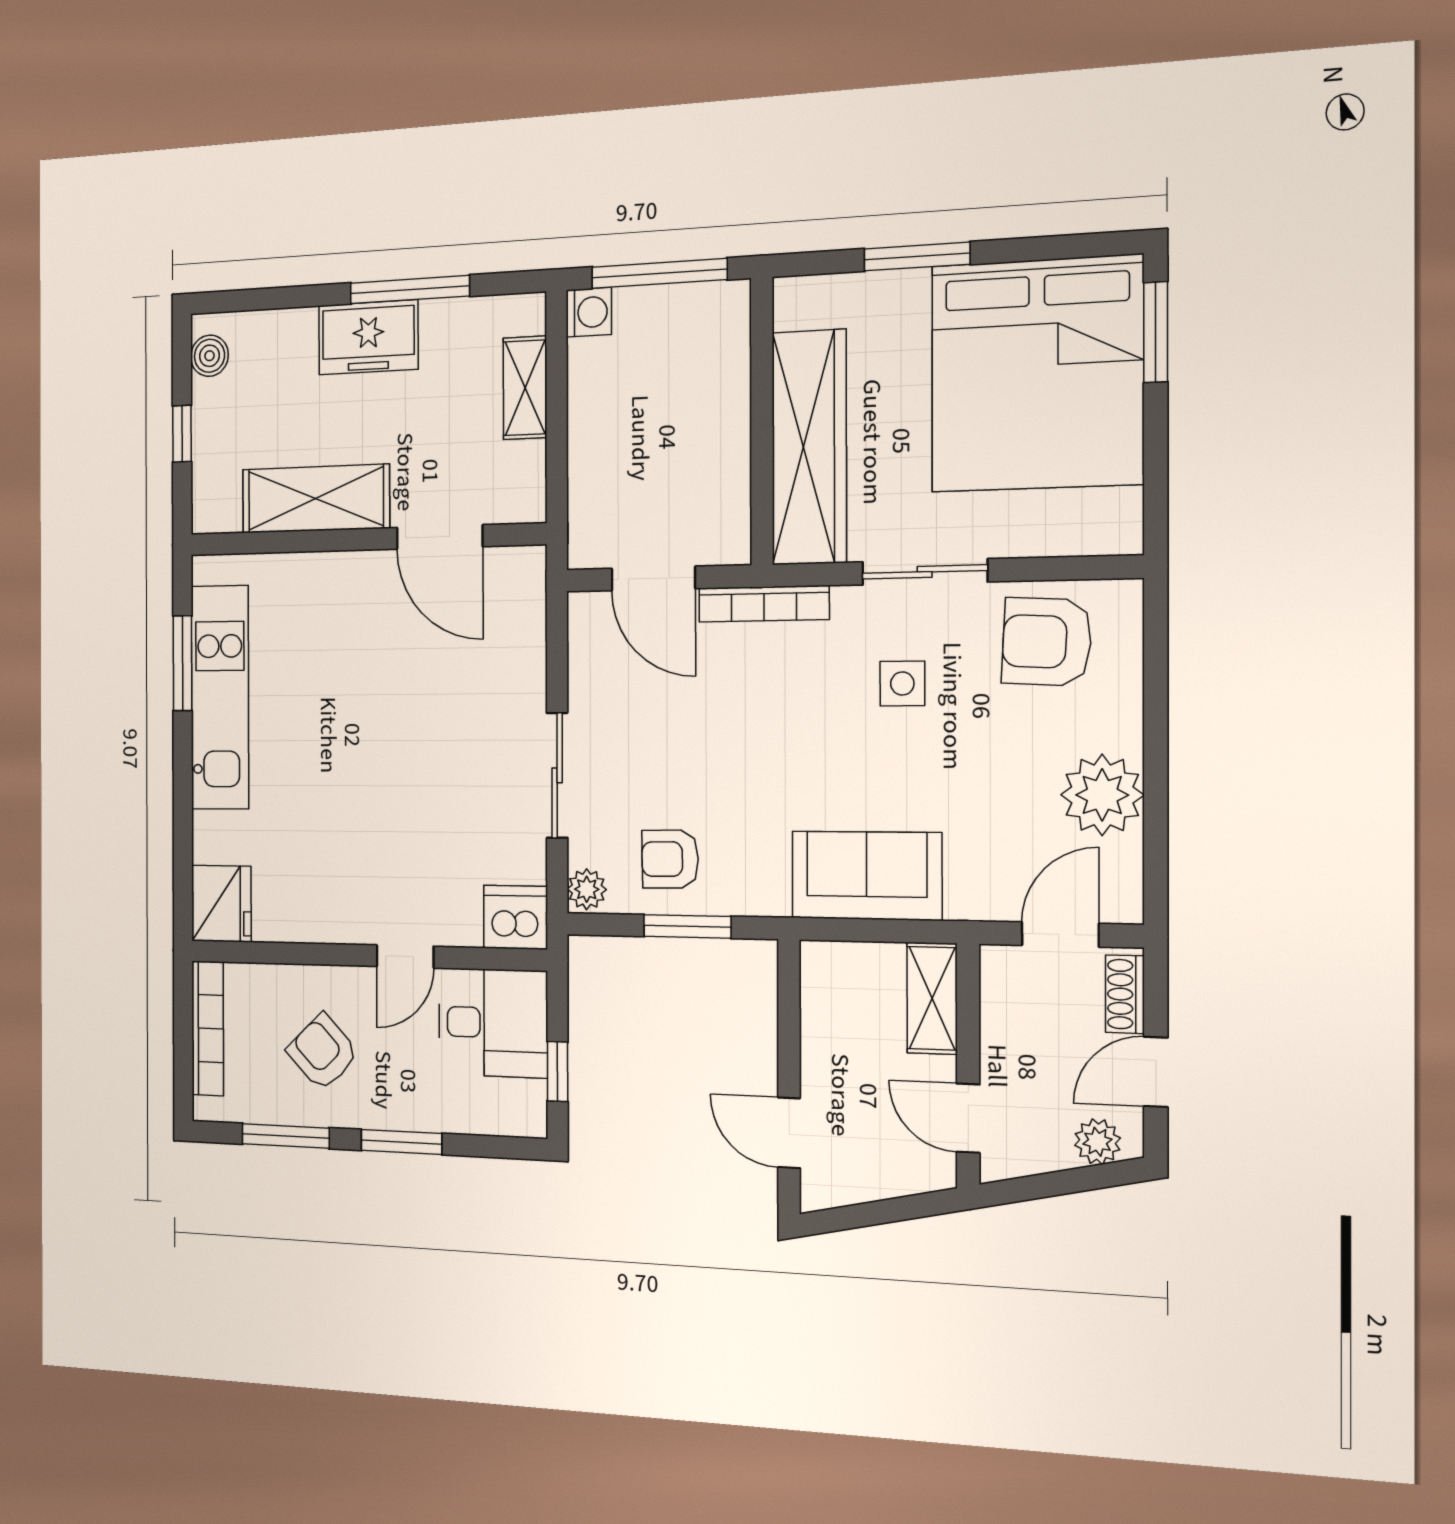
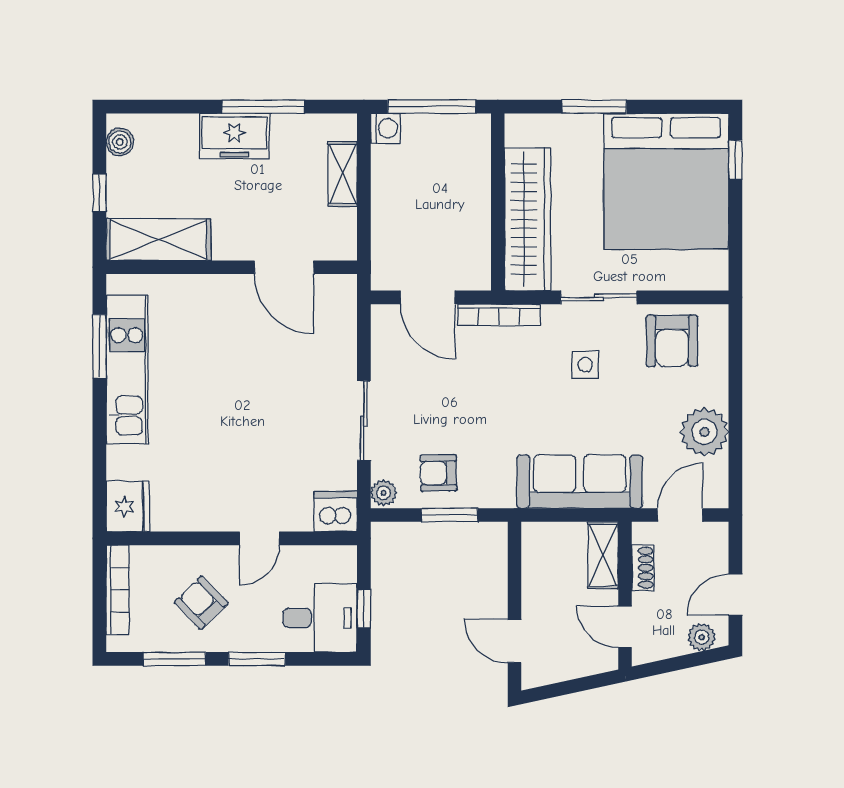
window: (1156, 332) -> (735, 160), width x0.67
shelving: (316, 499) -> (159, 240), moved
armchair: (1047, 642) -> (672, 341), turned -93
sofa: (867, 876) -> (580, 482), width x1.36
shoe rack: (1125, 994) -> (643, 568), moved, turned 180
desk: (493, 1023) -> (320, 618), moved

